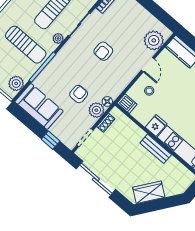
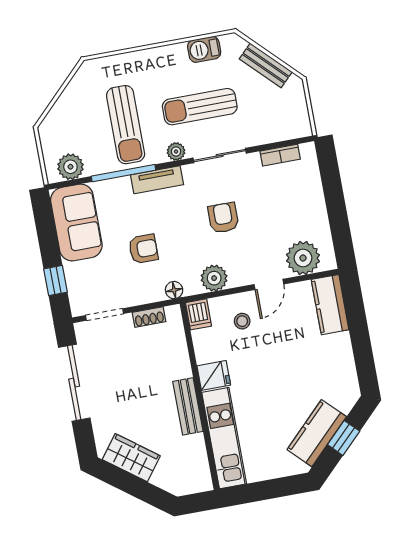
armchair: (103, 51) -> (223, 218), turned 90
tv unit: (60, 58) -> (157, 180), added
plant: (96, 110) -> (214, 278), moved

